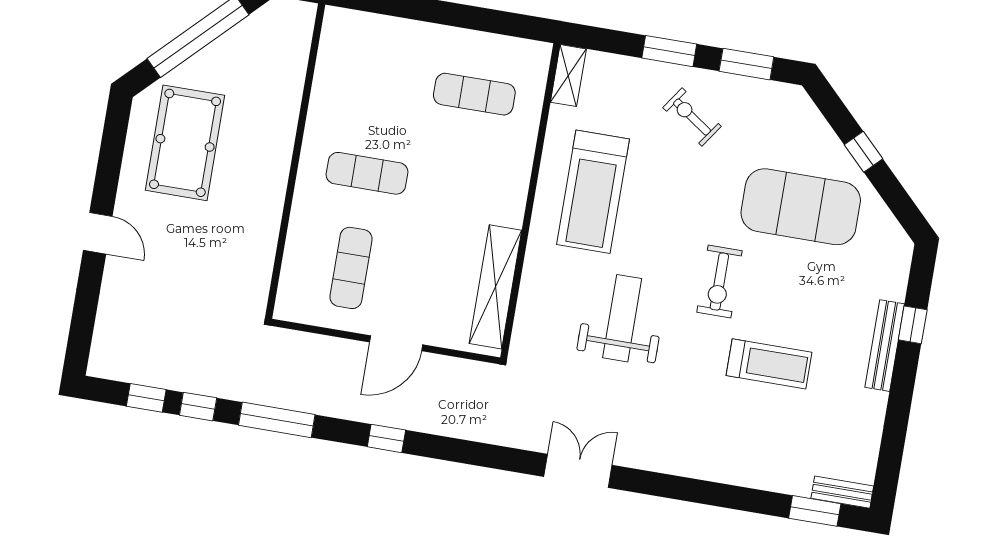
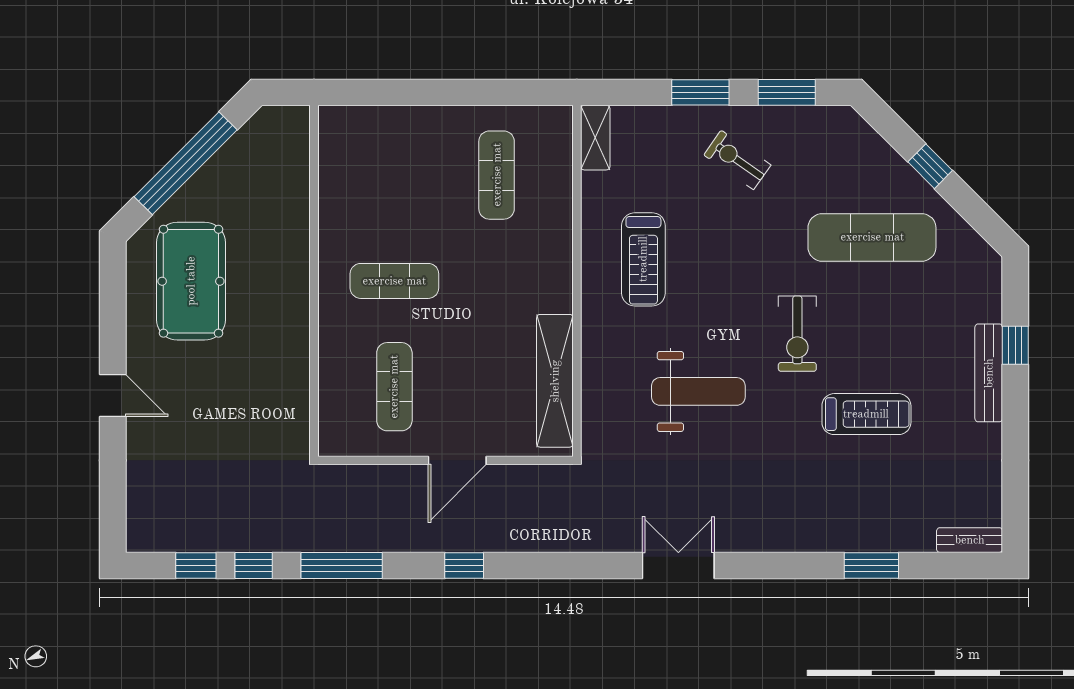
exercise mat: (474, 94) -> (497, 175), turned 90
treadmill: (593, 192) -> (643, 259), width x0.73, depth x0.73
exercise mat: (801, 207) -> (872, 237), width x0.68
weight bench: (622, 318) -> (698, 391), turned 90
window: (815, 511) -> (871, 565), moved

